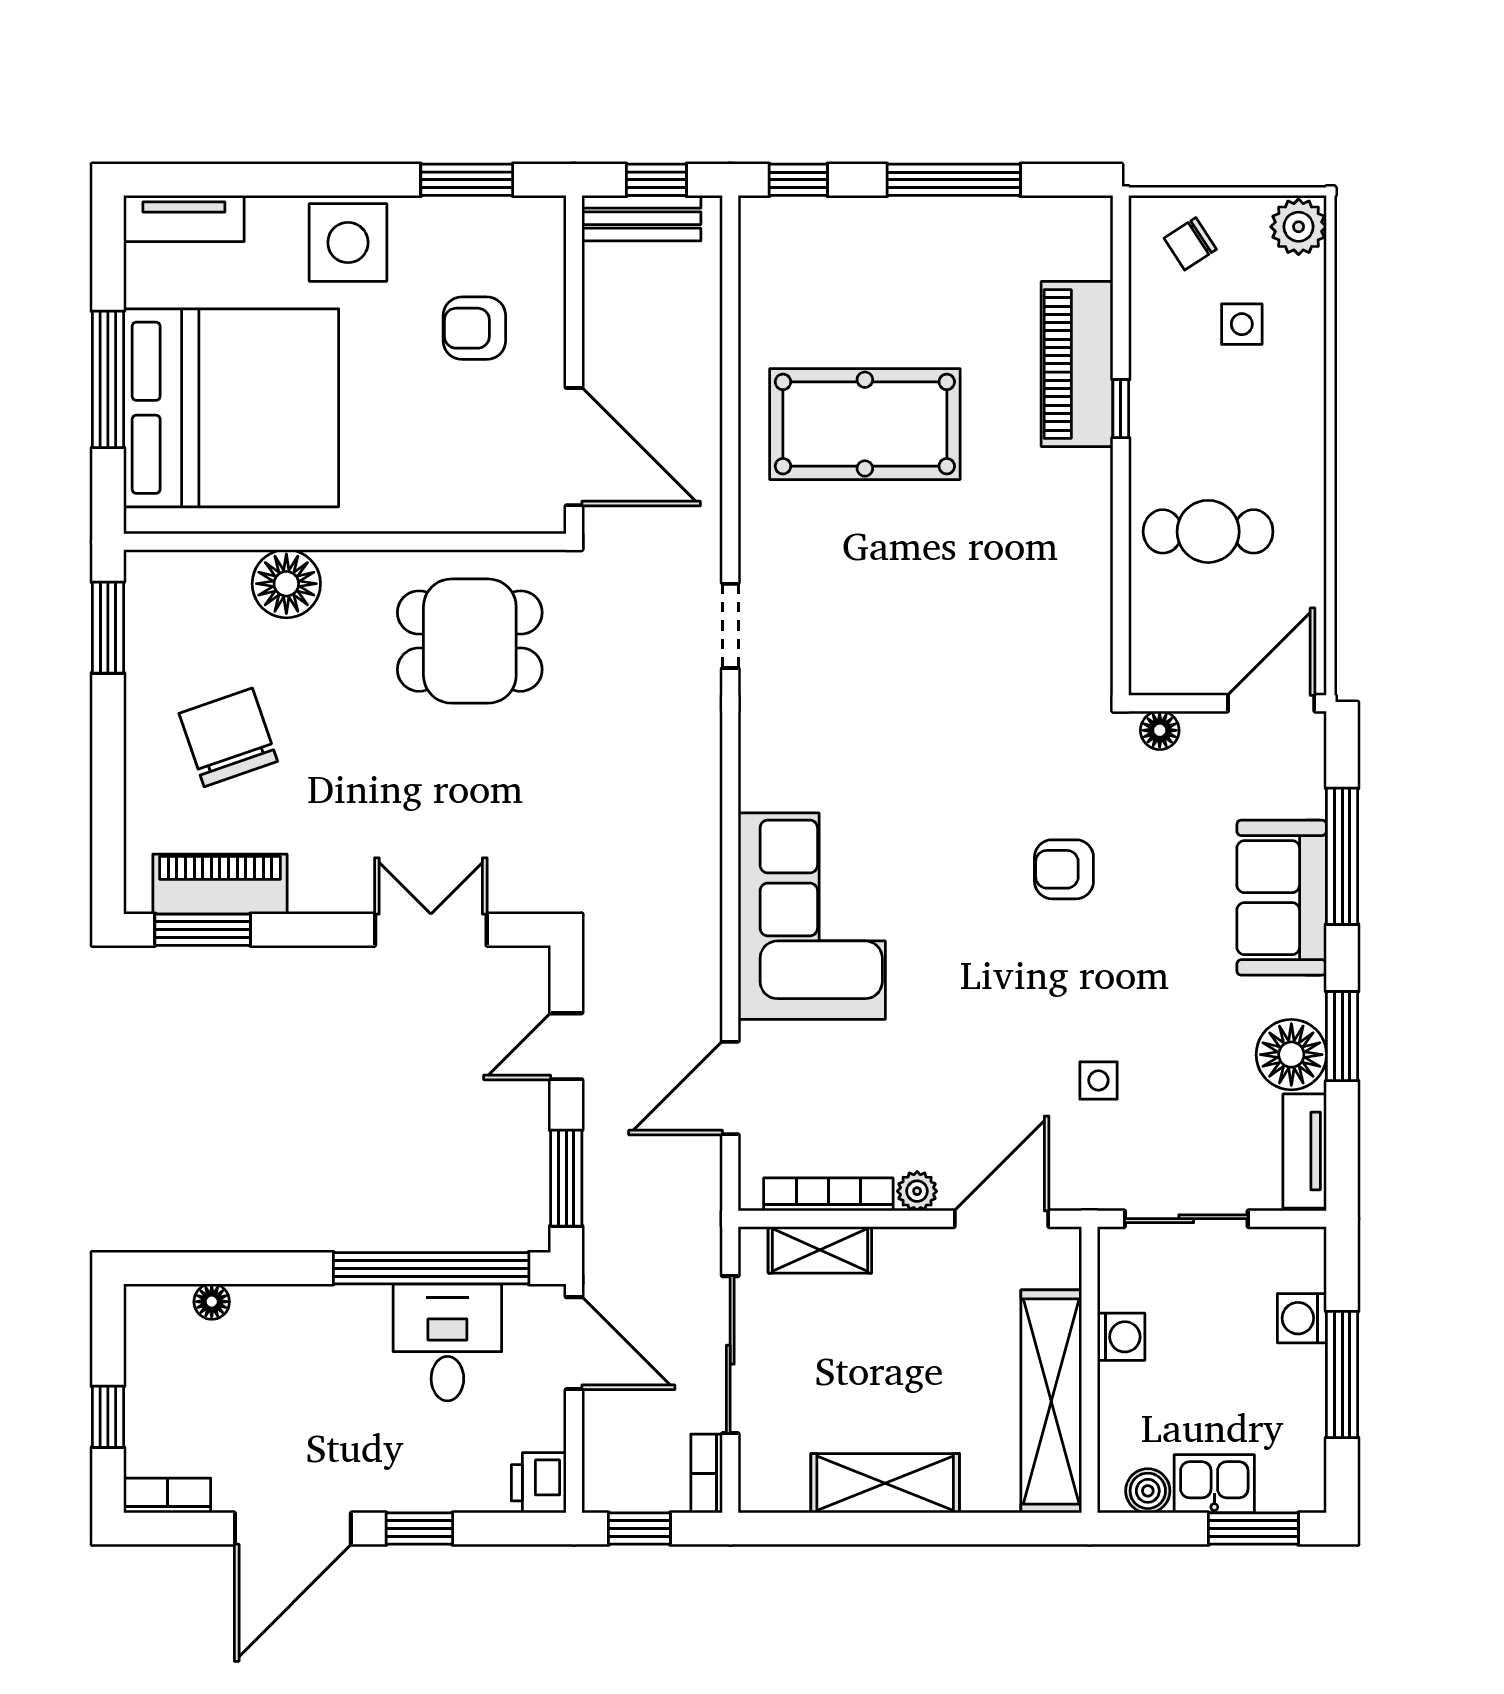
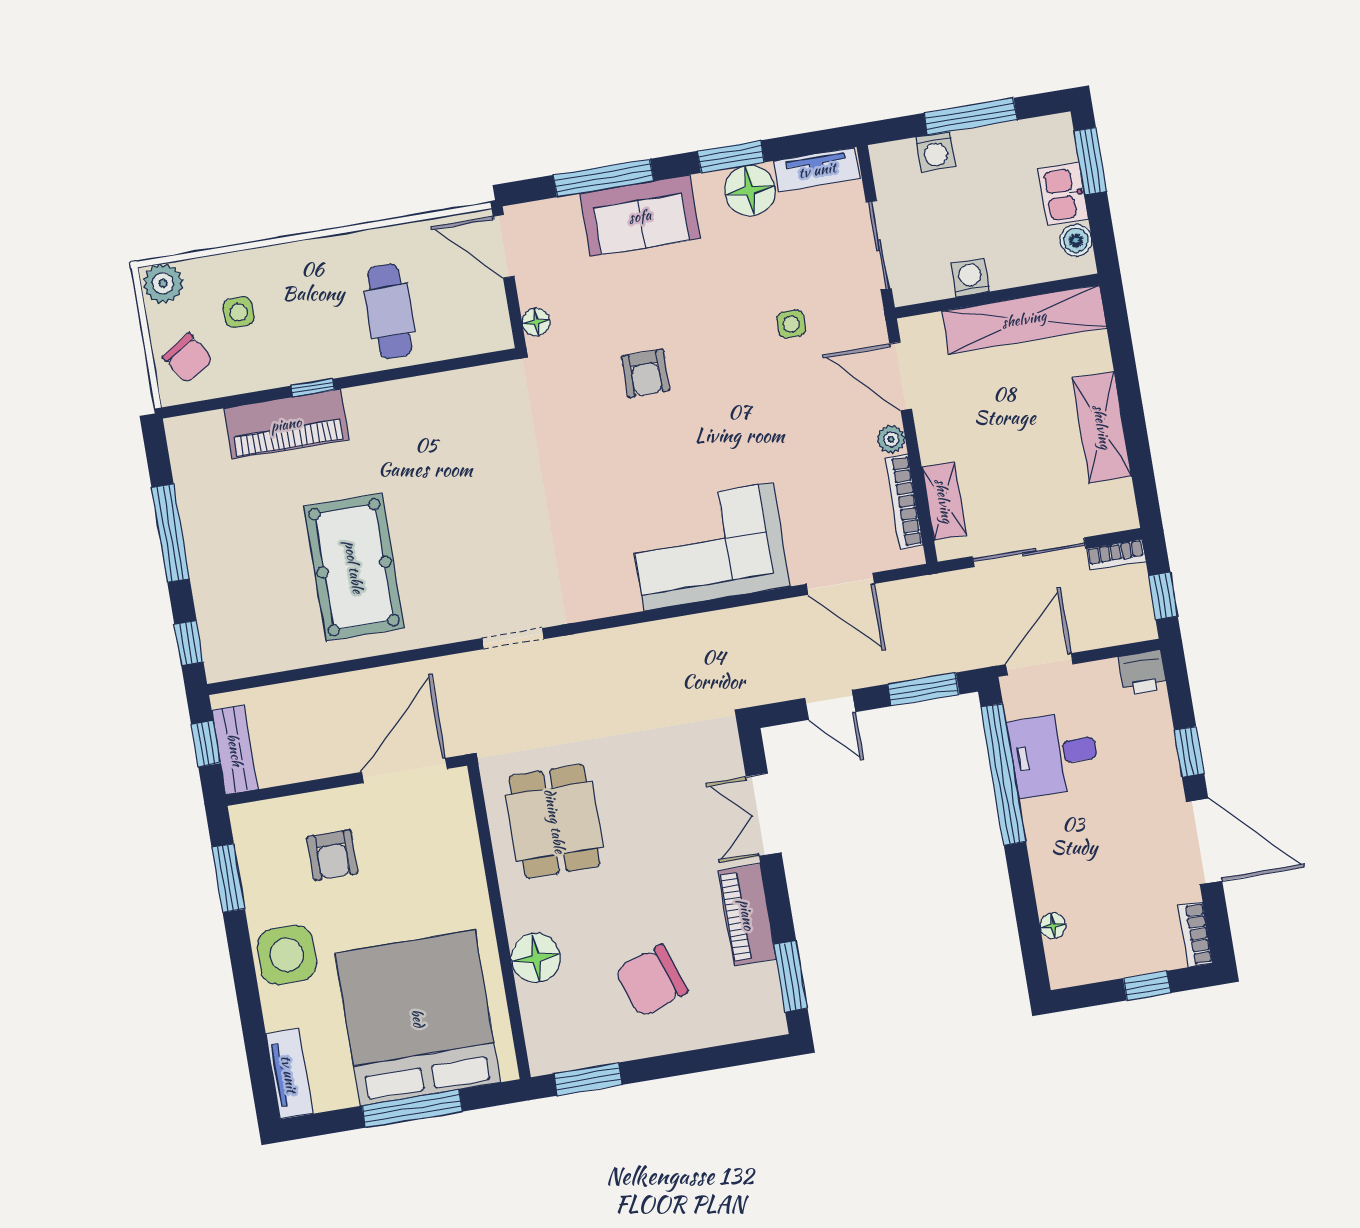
chair: (1190, 244) -> (188, 358), width x1.37, depth x1.37
piano: (220, 884) -> (747, 915), moved

